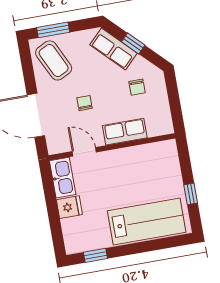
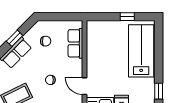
row of seats: (125, 132) -> (75, 43), moved
door: (84, 152) -> (84, 86), hinge flipped

